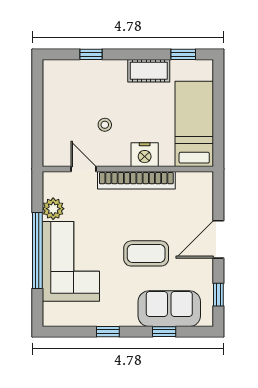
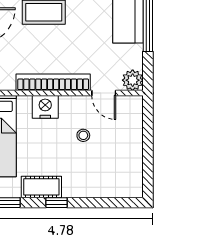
window: (91, 54) -> (56, 203), moved
plant: (53, 209) -> (133, 80), moved

